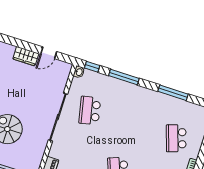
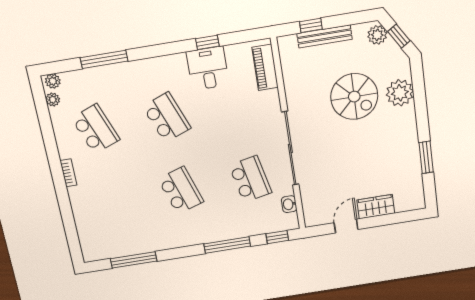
washbasin: (79, 72) -> (289, 204), moved
window: (173, 93) -> (134, 260), moved
school desk: (176, 138) -> (181, 190), moved

